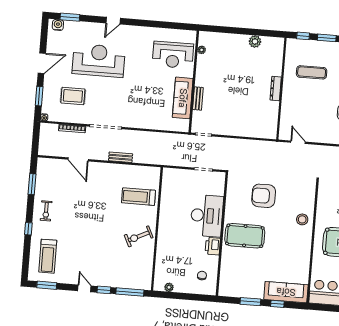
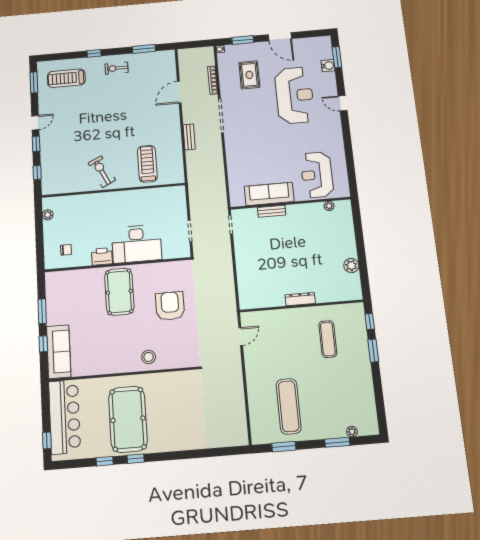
water cooler: (58, 25) -> (328, 66), moved
window: (130, 292) -> (37, 172), width x0.46

